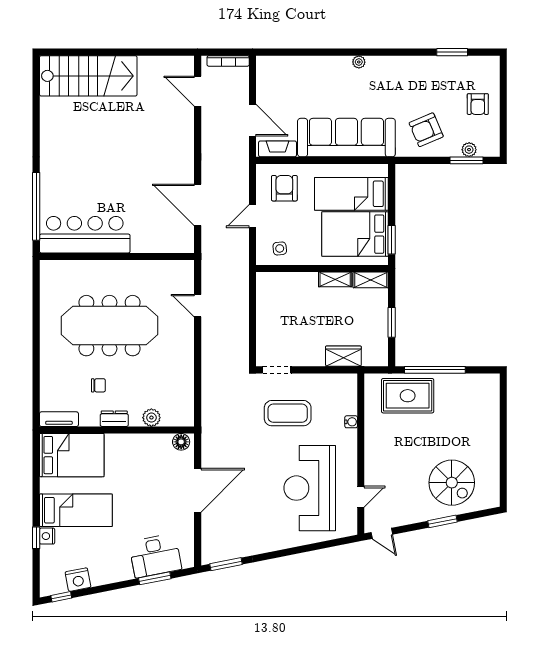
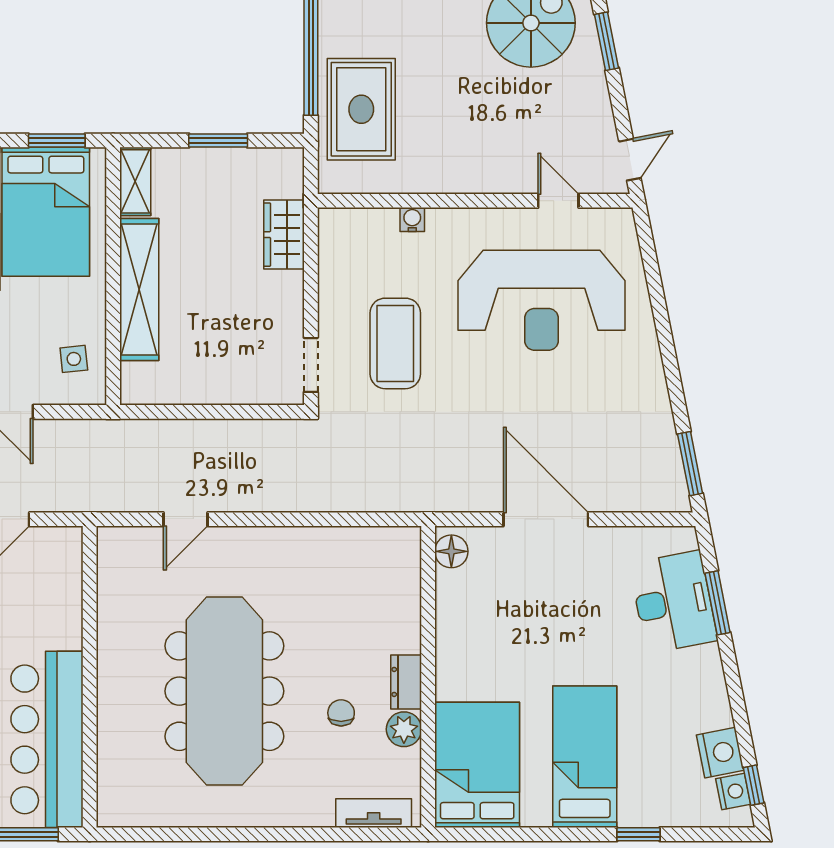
shelving: (335, 279) -> (139, 290), width x2.20, depth x1.33
plant: (151, 418) -> (404, 729), moved
tv unit: (59, 419) -> (374, 813), moved, turned 90
nightstand: (47, 536) -> (733, 791), moved, turned -101

